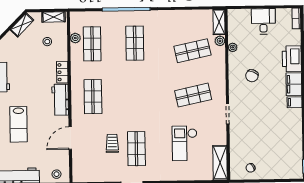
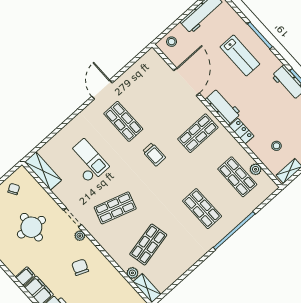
plant: (233, 47) -> (80, 236), moved
shop shelf: (193, 95) -> (115, 208), turned 30
shop shelf: (93, 97) -> (198, 133), turned 90
lab bench: (19, 124) -> (240, 55), turned 180
round table: (261, 132) -> (31, 227), added
door: (70, 138) -> (187, 82), width x1.36
trolley: (112, 143) -> (154, 154), moved

